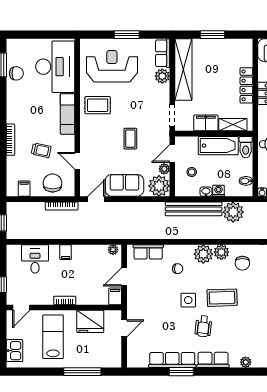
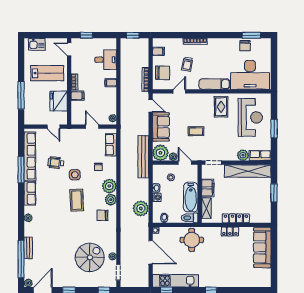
bench: (194, 209) -> (143, 157), moved
filing cabinet: (115, 296) -> (78, 96), moved
wheelchair: (203, 326) -> (56, 163), moved
row of seats: (172, 360) -> (30, 156), width x1.36
window: (181, 372) -> (21, 169), width x1.44

